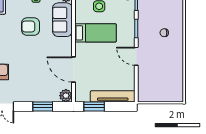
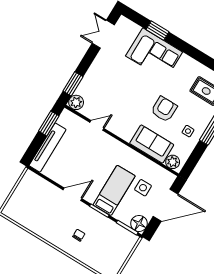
bed: (95, 33) -> (114, 190), moved, turned 180
door: (74, 69) -> (97, 125), width x0.53
window: (43, 106) -> (73, 84), moved

